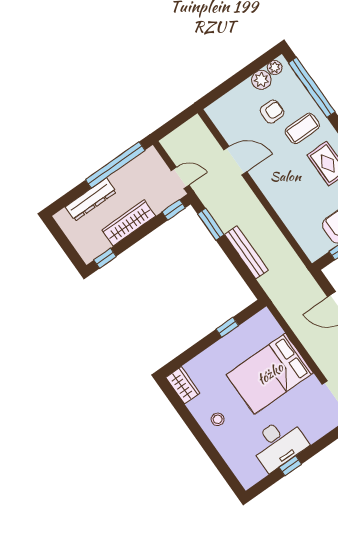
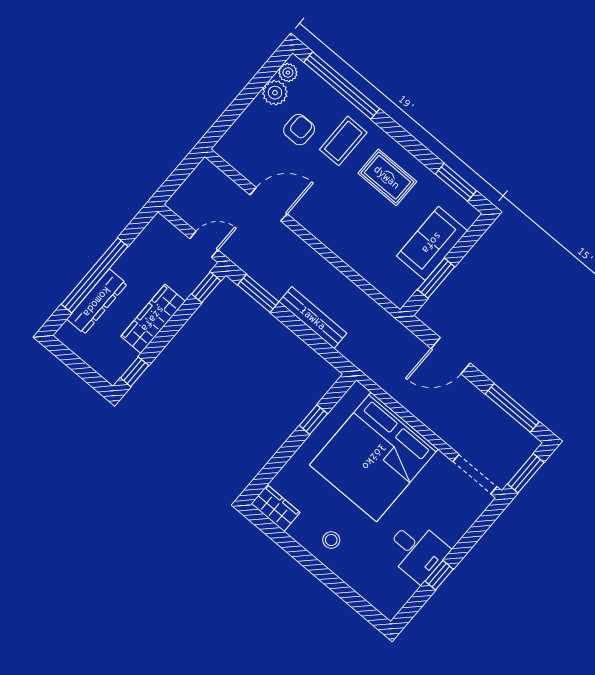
window: (115, 165) -> (95, 275), moved
bed: (270, 374) -> (374, 457), width x1.36
desk: (278, 444) -> (417, 551), width x0.73

